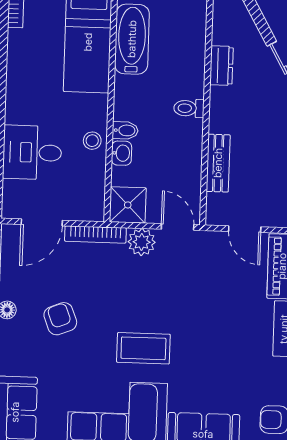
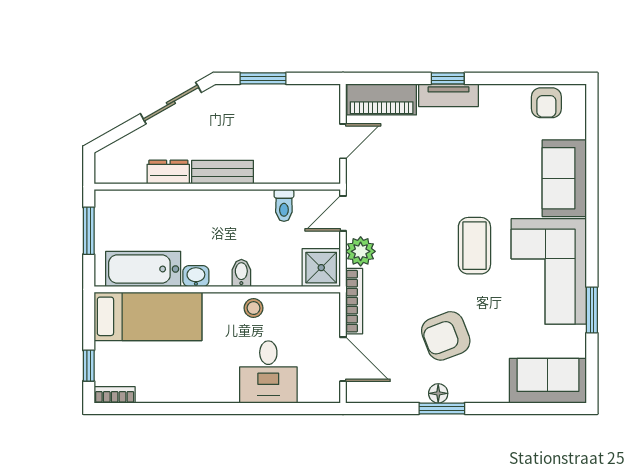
toilet: (189, 108) -> (284, 205), moved
washbasin: (121, 153) -> (196, 276), moved
bench: (218, 163) -> (223, 172), moved
armchair: (60, 319) -> (446, 336), width x1.38, depth x1.38

